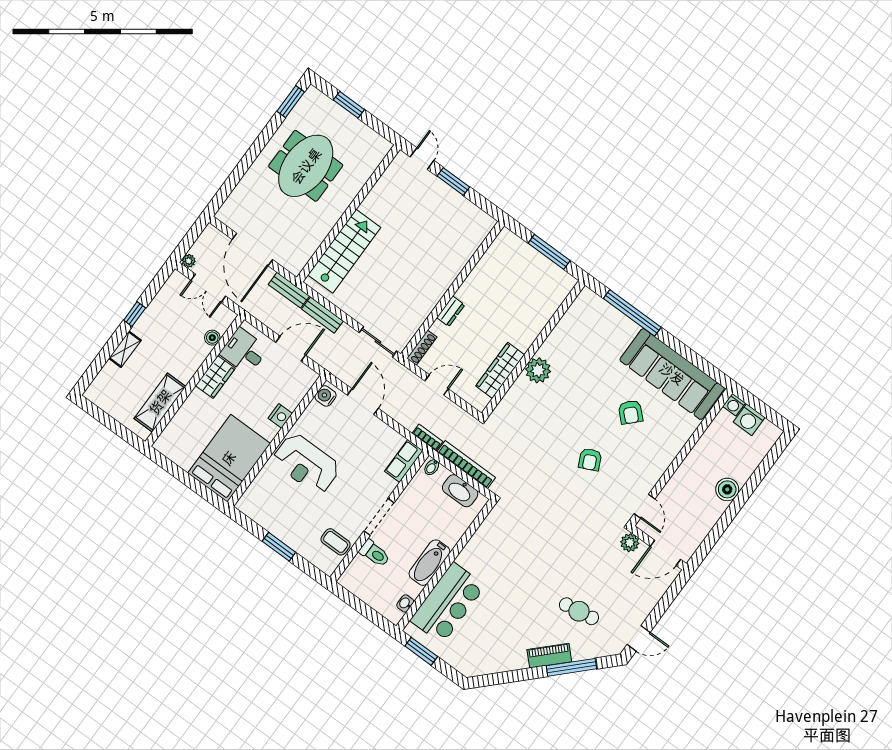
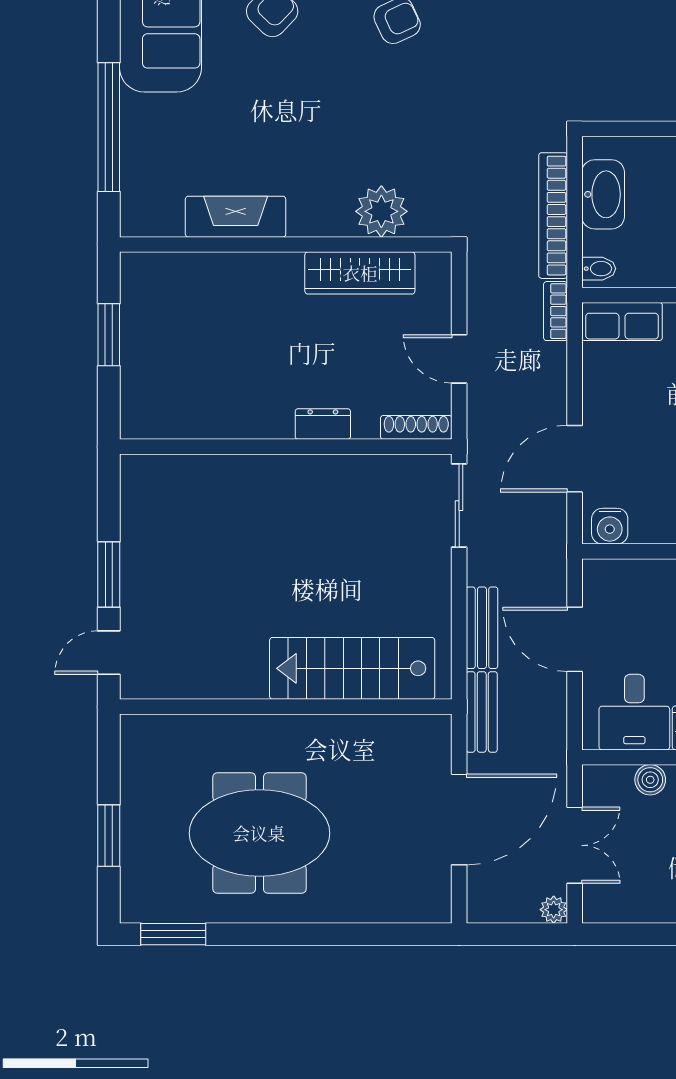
window: (549, 252) -> (109, 335), width x0.69
fireplace: (559, 337) -> (236, 217), added
plant: (538, 370) -> (381, 211), moved

